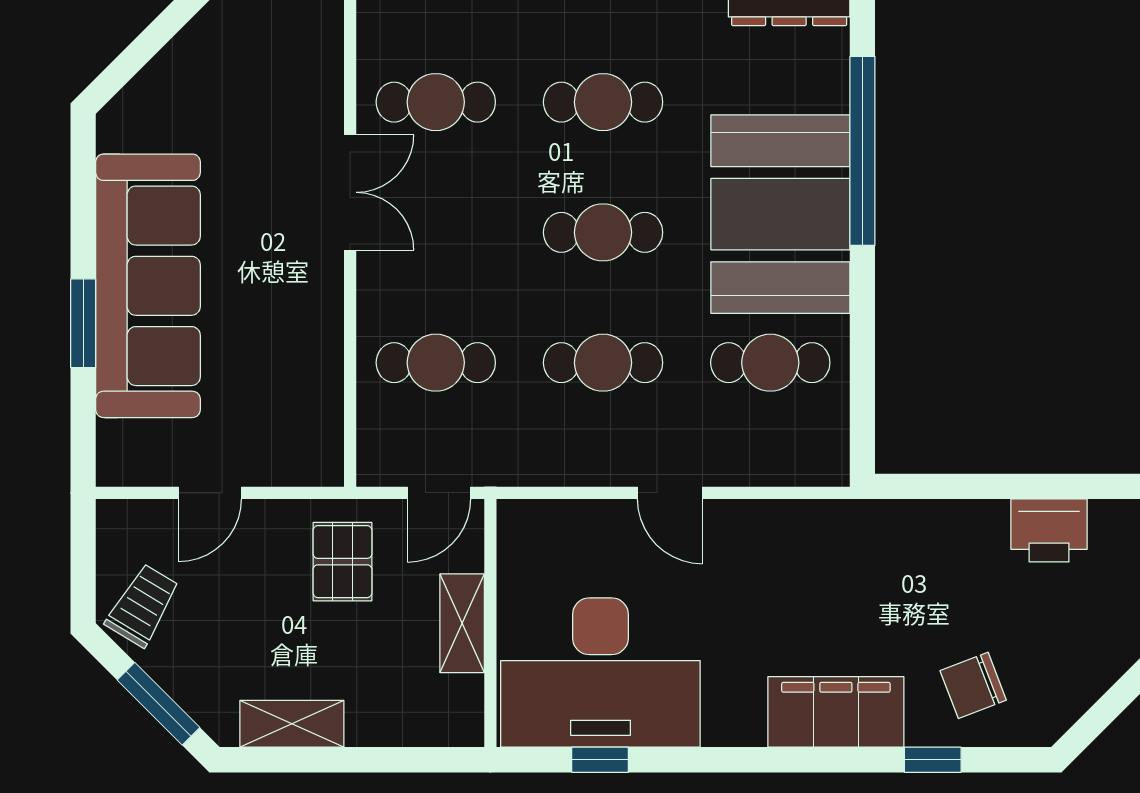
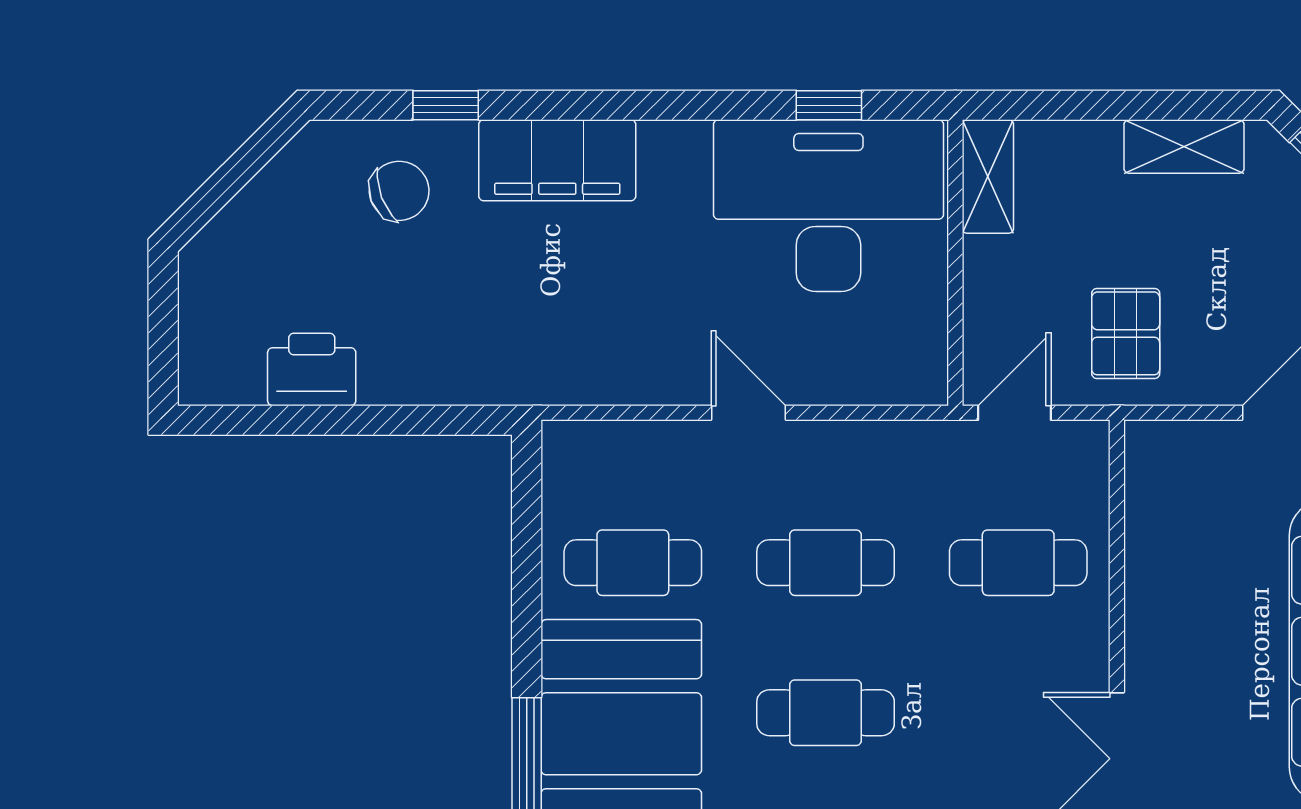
shelving: (462, 623) -> (988, 177), moved

